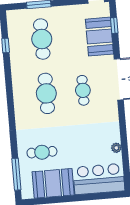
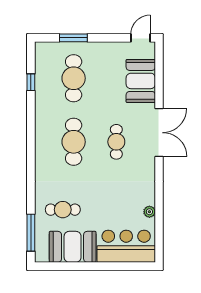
window: (114, 26) -> (159, 70), removed

